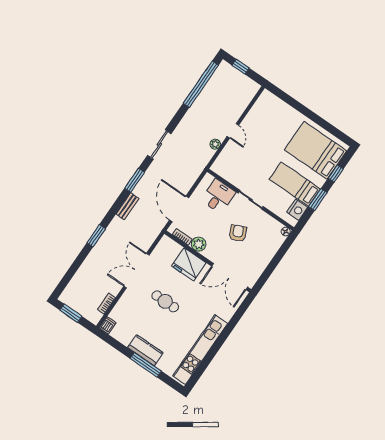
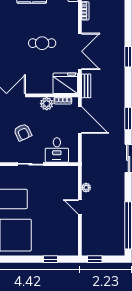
window: (240, 67) -> (95, 259), moved
window: (292, 102) -> (50, 259), added
bench: (127, 206) -> (86, 86), moved
fridge: (189, 264) -> (65, 83), moved

